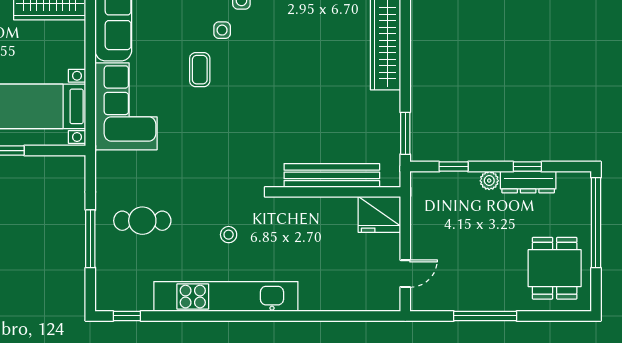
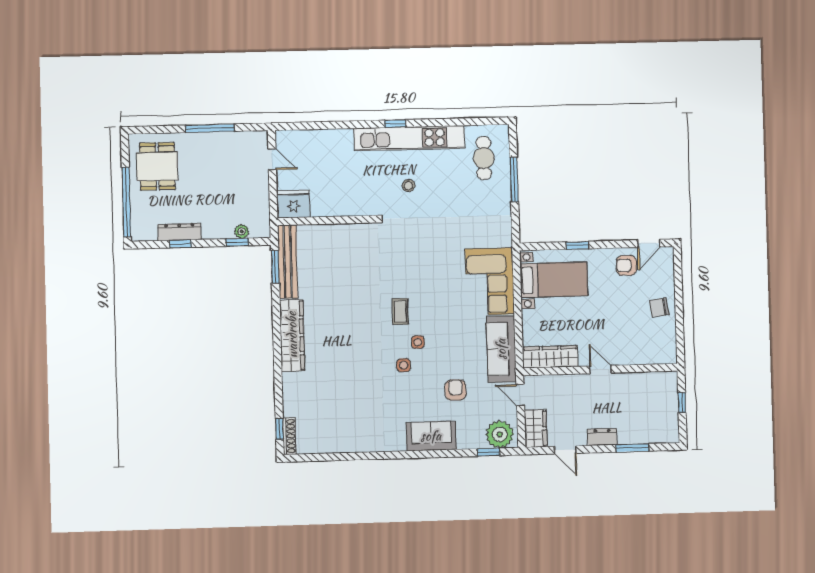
coffee table: (200, 70) -> (400, 311), moved
bench: (332, 175) -> (288, 262), moved, turned 90
plant: (489, 181) -> (242, 231), moved
cafe table: (142, 221) -> (484, 158), moved, turned 90
door: (405, 274) -> (272, 159), swing flipped
window: (127, 316) -> (395, 124), moved

